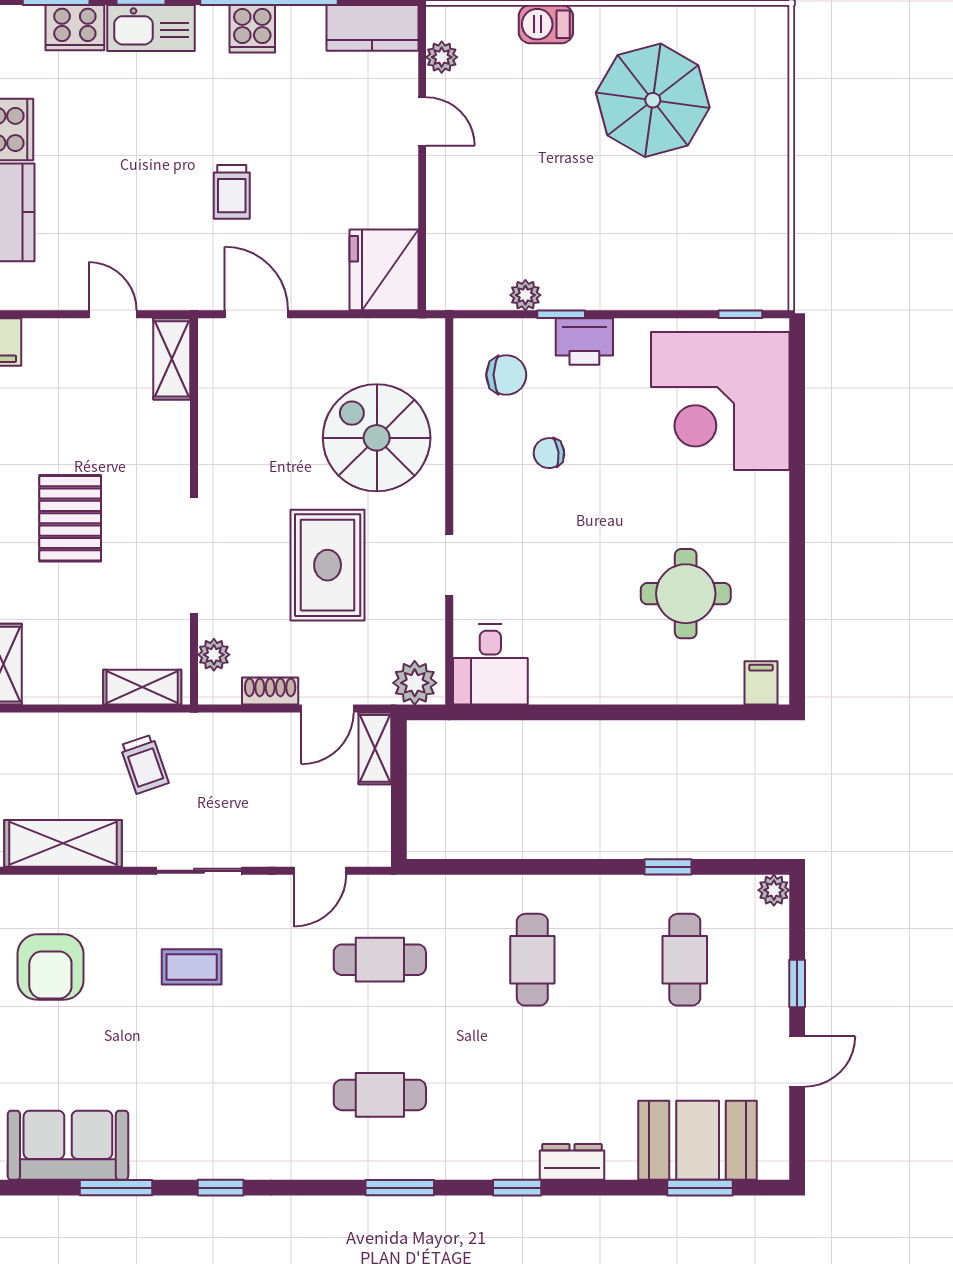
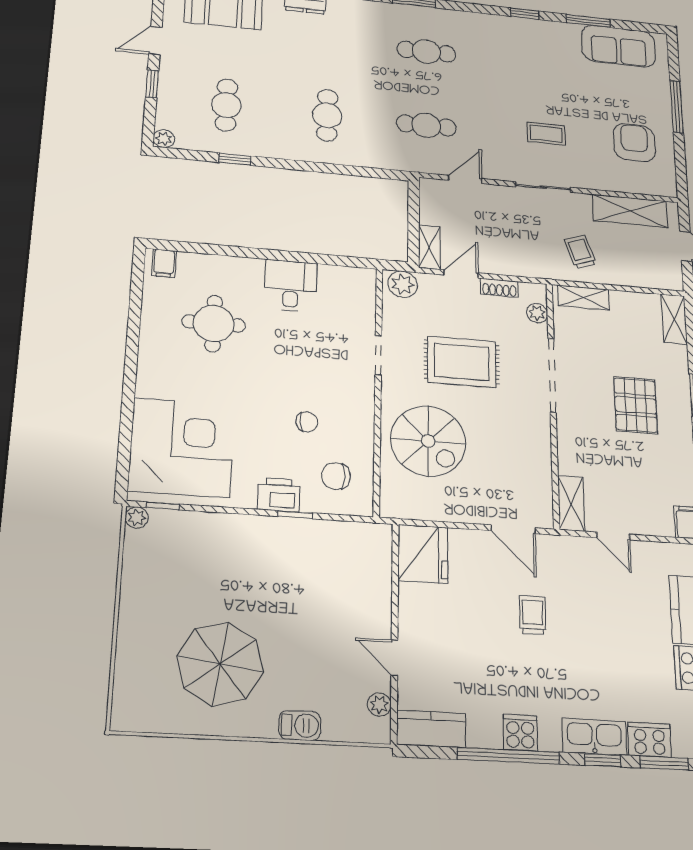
plant: (525, 295) -> (137, 518), moved
rug: (328, 565) -> (462, 362), turned 90
desk: (490, 664) -> (291, 286), moved

